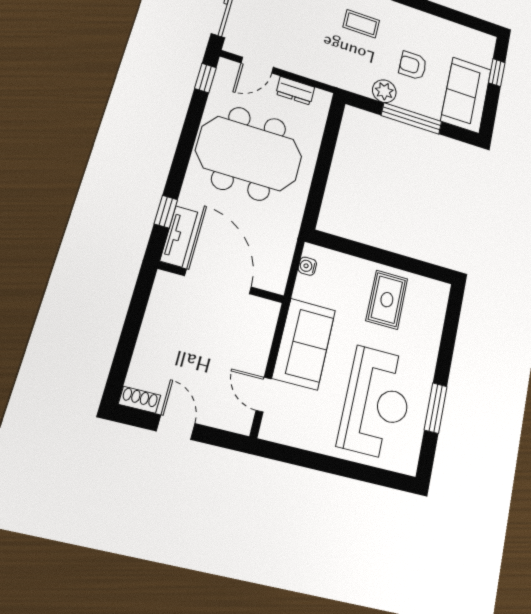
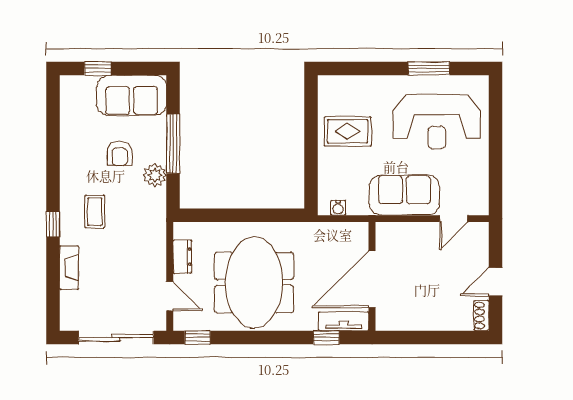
reception desk: (377, 403) -> (437, 122), turned 180

